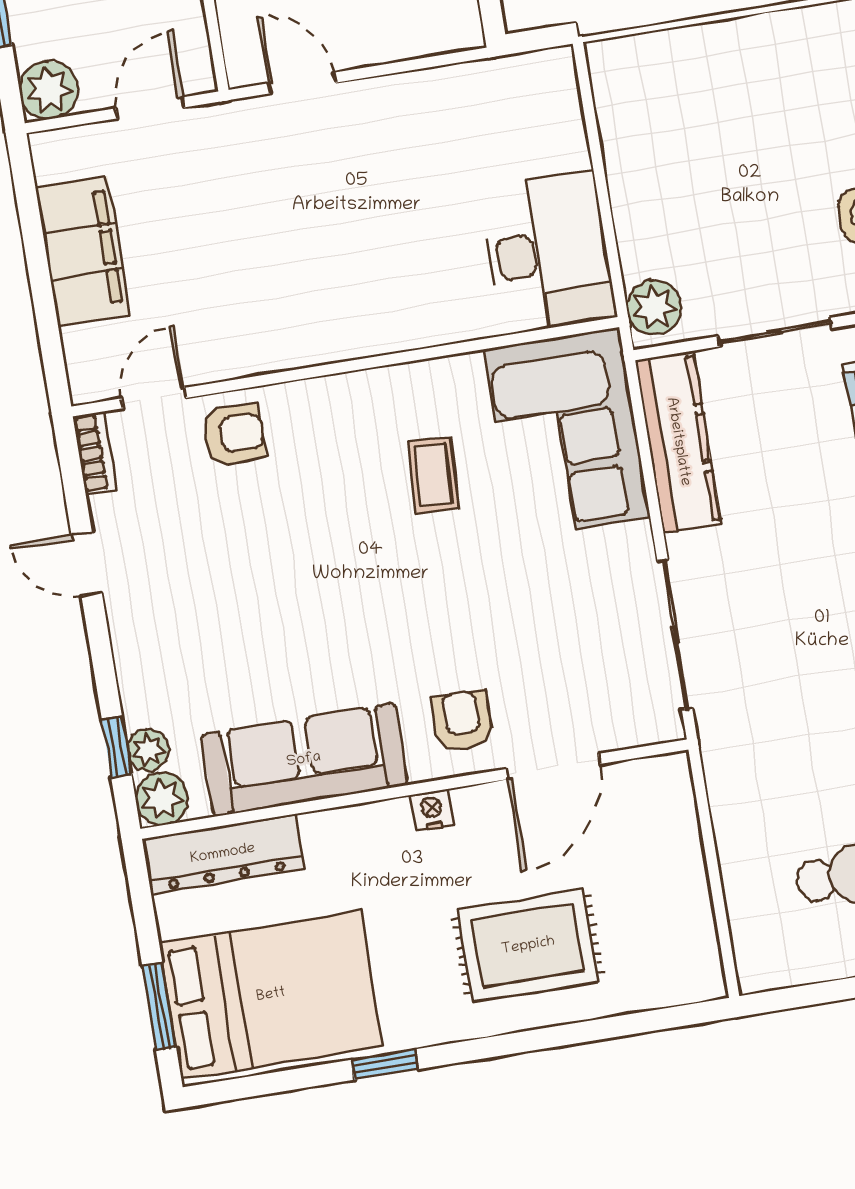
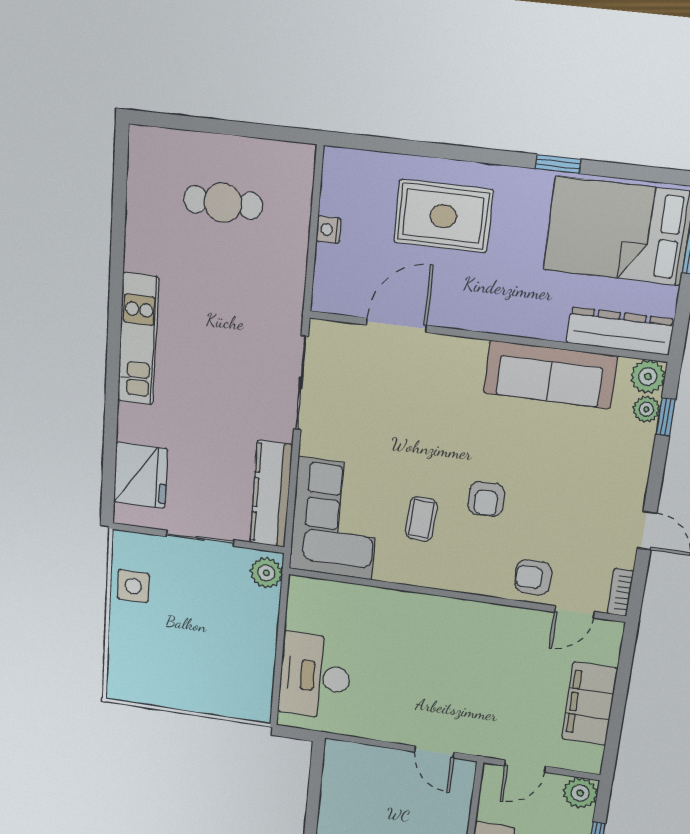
desk: (547, 253) -> (315, 676), moved
armchair: (462, 721) -> (486, 499), moved
nightstand: (432, 810) -> (329, 230), moved, turned 90

